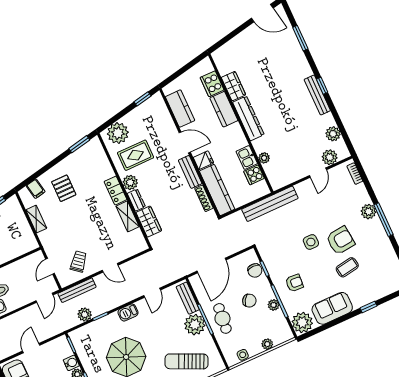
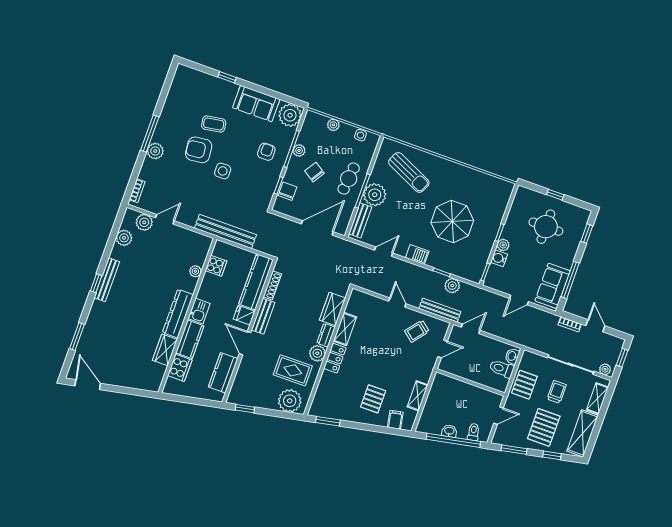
kitchen sink: (247, 157) -> (199, 311), moved
armchair: (294, 283) -> (266, 152), turned 86

